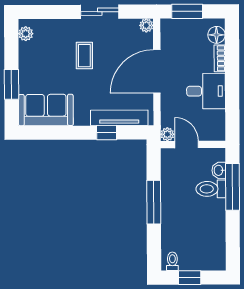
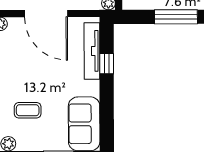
coffee table: (84, 56) -> (28, 110), moved

